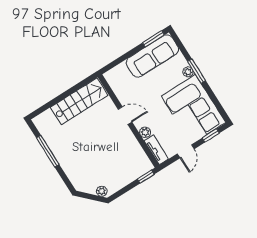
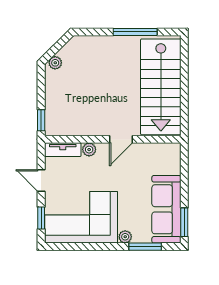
window: (197, 71) -> (145, 247), moved
stairs: (79, 101) -> (161, 87), width x1.36, depth x1.51

